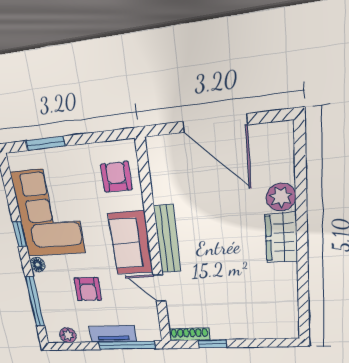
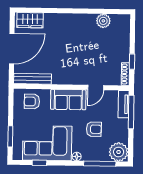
plant: (281, 197) -> (103, 21), moved
window: (20, 234) -> (39, 163), moved
wardrobe: (281, 238) -> (30, 20), moved
bench: (167, 239) -> (32, 79), moved
tv unit: (113, 334) -> (124, 104), moved
plant: (68, 335) -> (119, 152), width x1.88, depth x1.88

